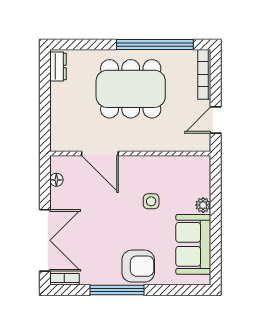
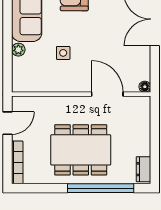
window: (155, 45) -> (101, 188), moved
floor lamp: (56, 180) -> (145, 87), moved

